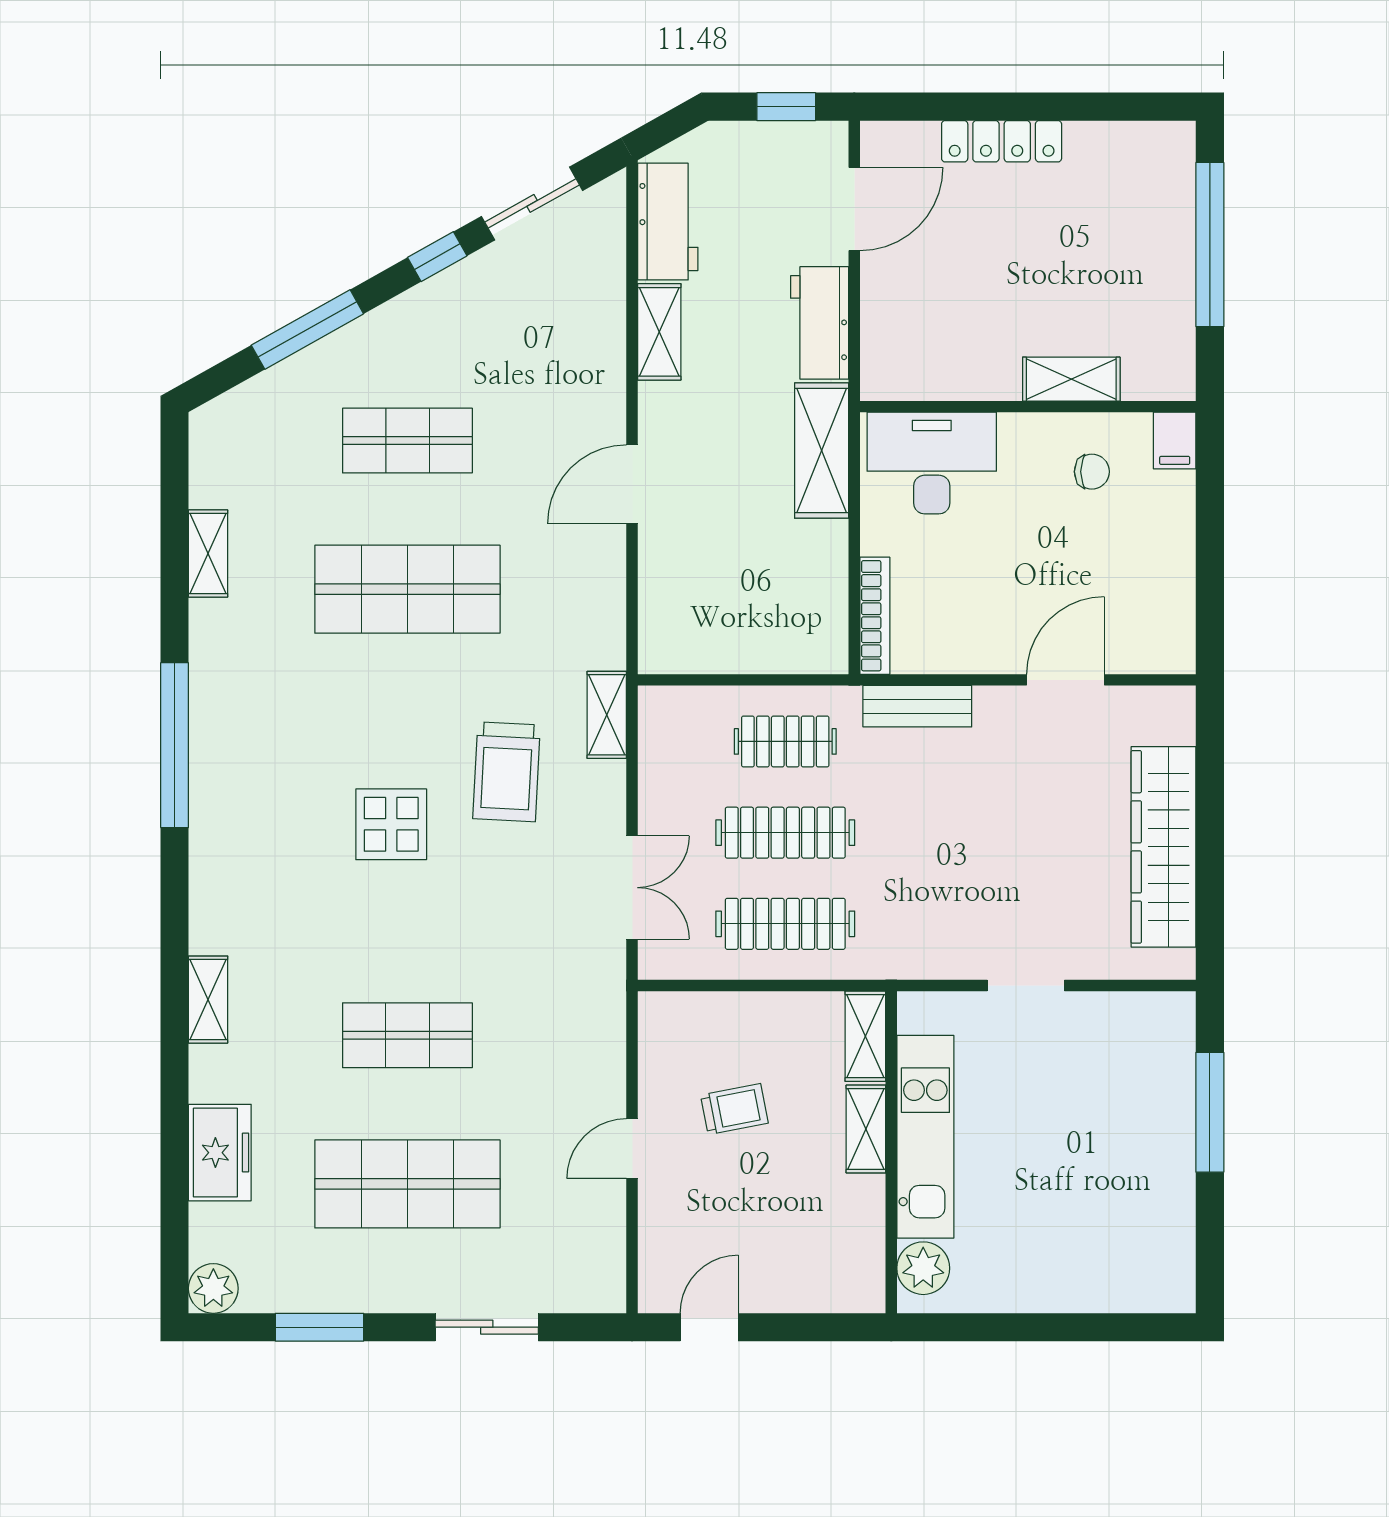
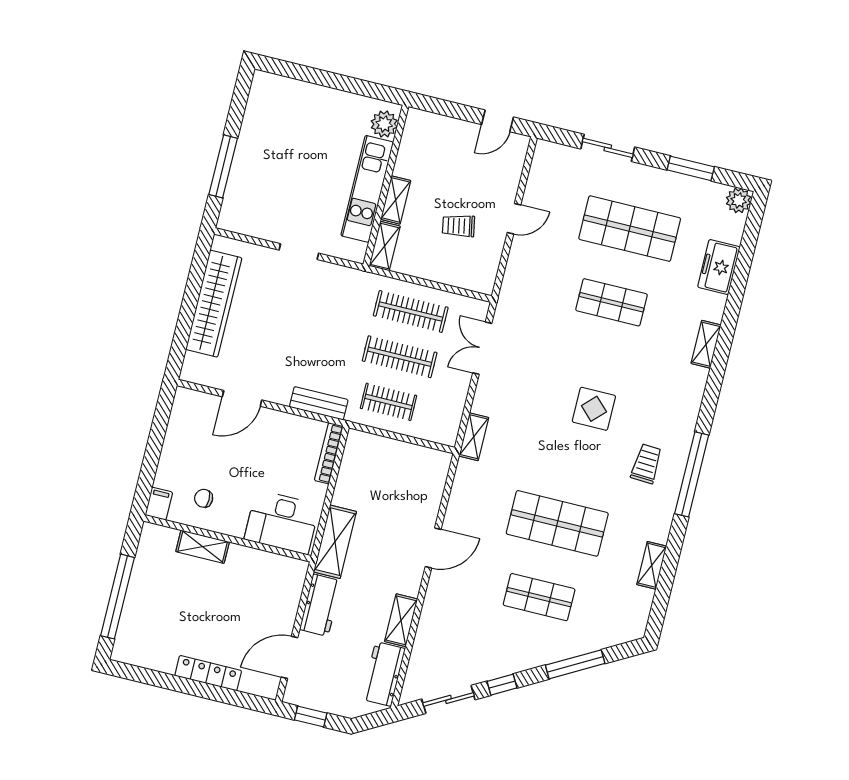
trolley: (507, 772) -> (646, 464), moved, width x0.73, depth x0.72

